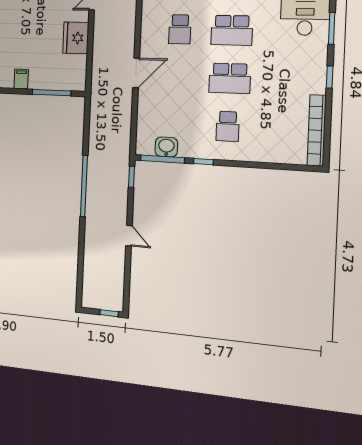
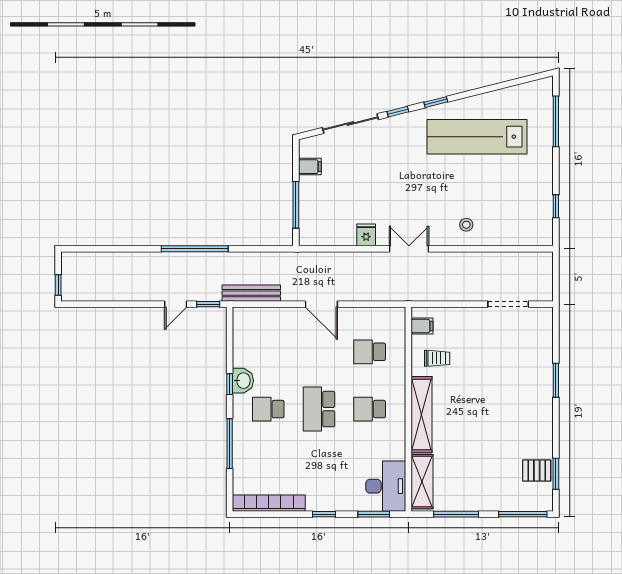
school desk: (232, 30) -> (370, 409), width x0.54
fridge: (76, 38) -> (366, 235), width x0.53, depth x0.75
bench: (124, 137) -> (251, 293), added
washbasin: (166, 147) -> (243, 381), moved
window: (163, 159) -> (230, 444), moved
door: (129, 236) -> (176, 304), moved

